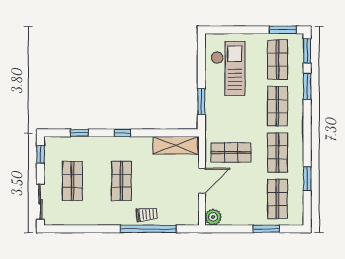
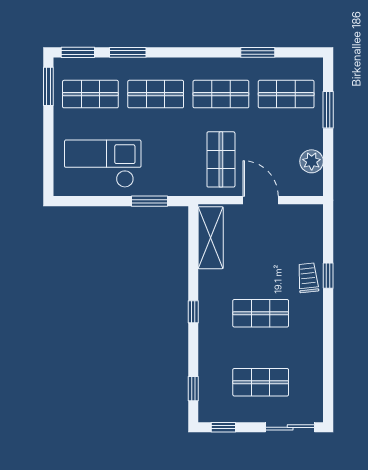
window: (79, 133) -> (193, 389), moved
plant: (213, 217) -> (312, 161), moved
window: (148, 229) -> (328, 276), width x0.32

